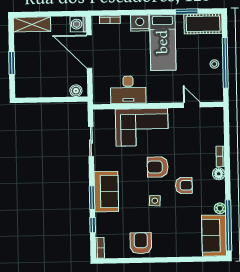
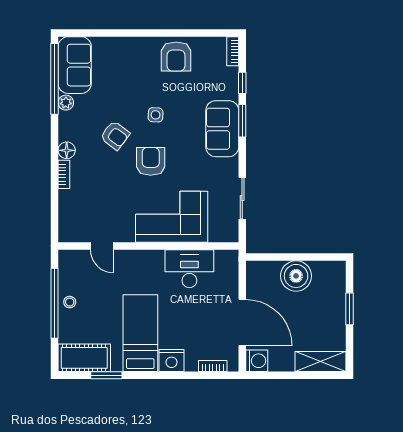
boiler: (76, 91) -> (296, 276), moved, width x1.86, depth x1.86
armchair: (158, 167) -> (151, 161), turned -90
armchair: (184, 185) -> (115, 135), turned -143

